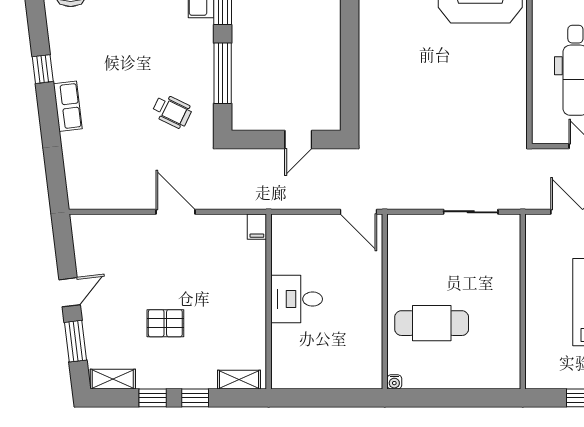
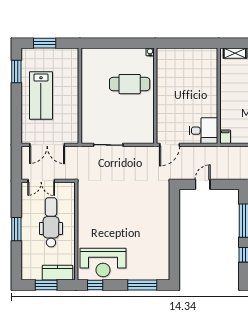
door: (359, 212) -> (170, 145), swing flipped
desk: (297, 299) -> (203, 131), moved

